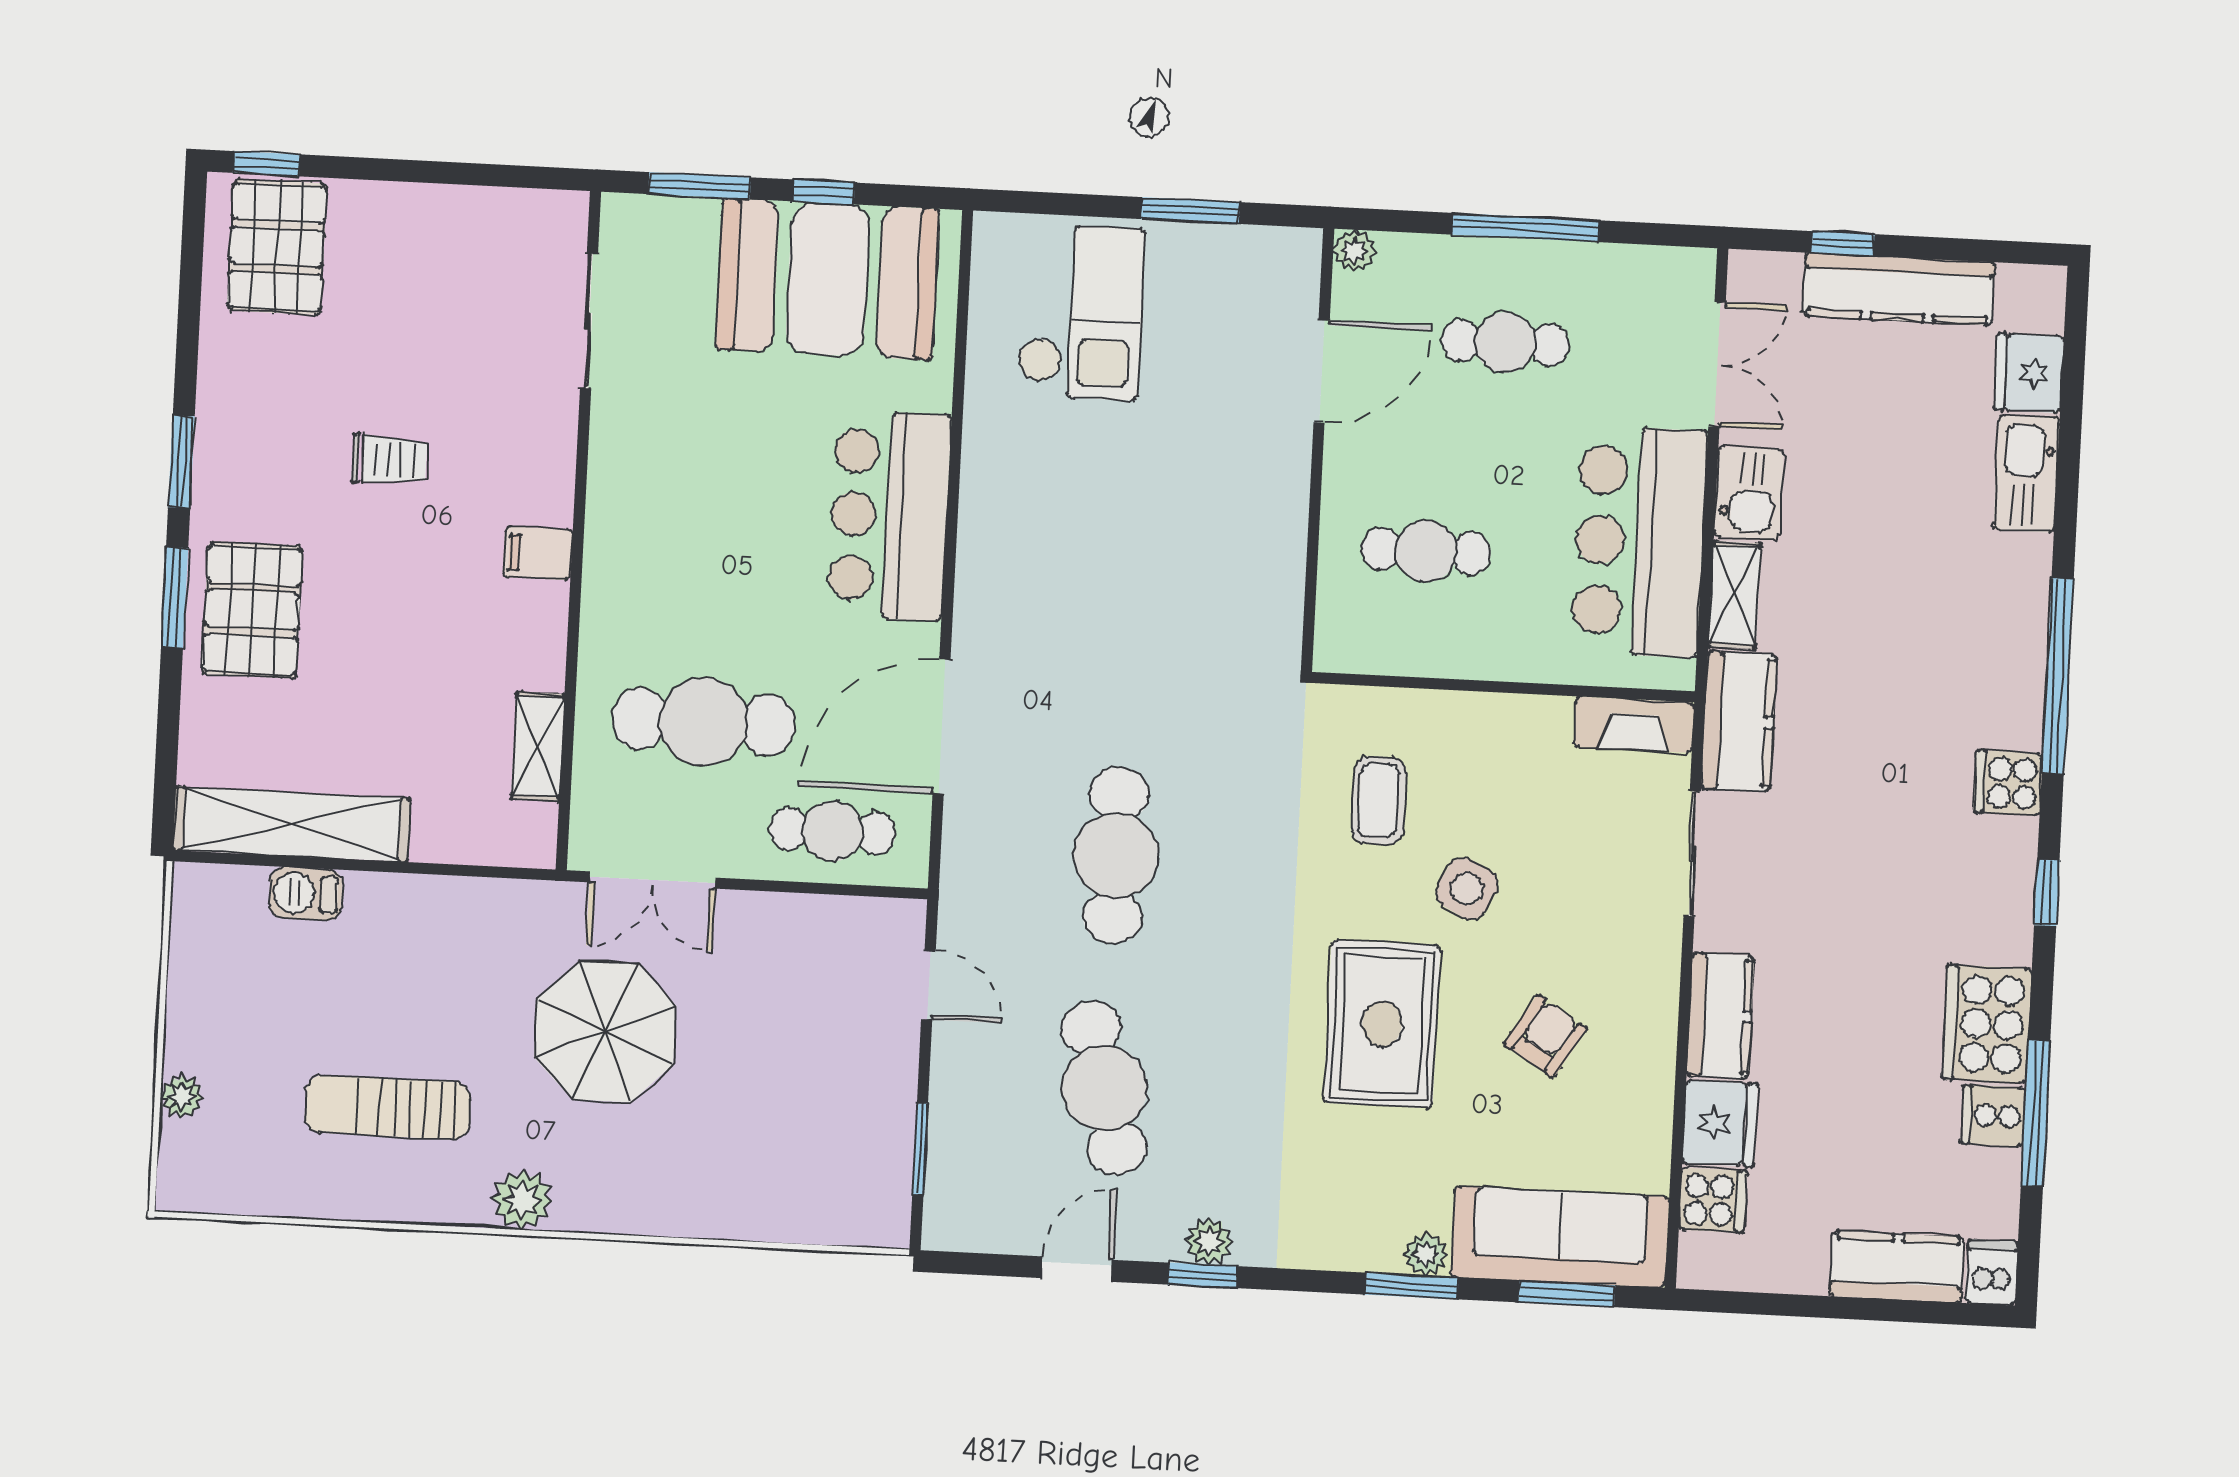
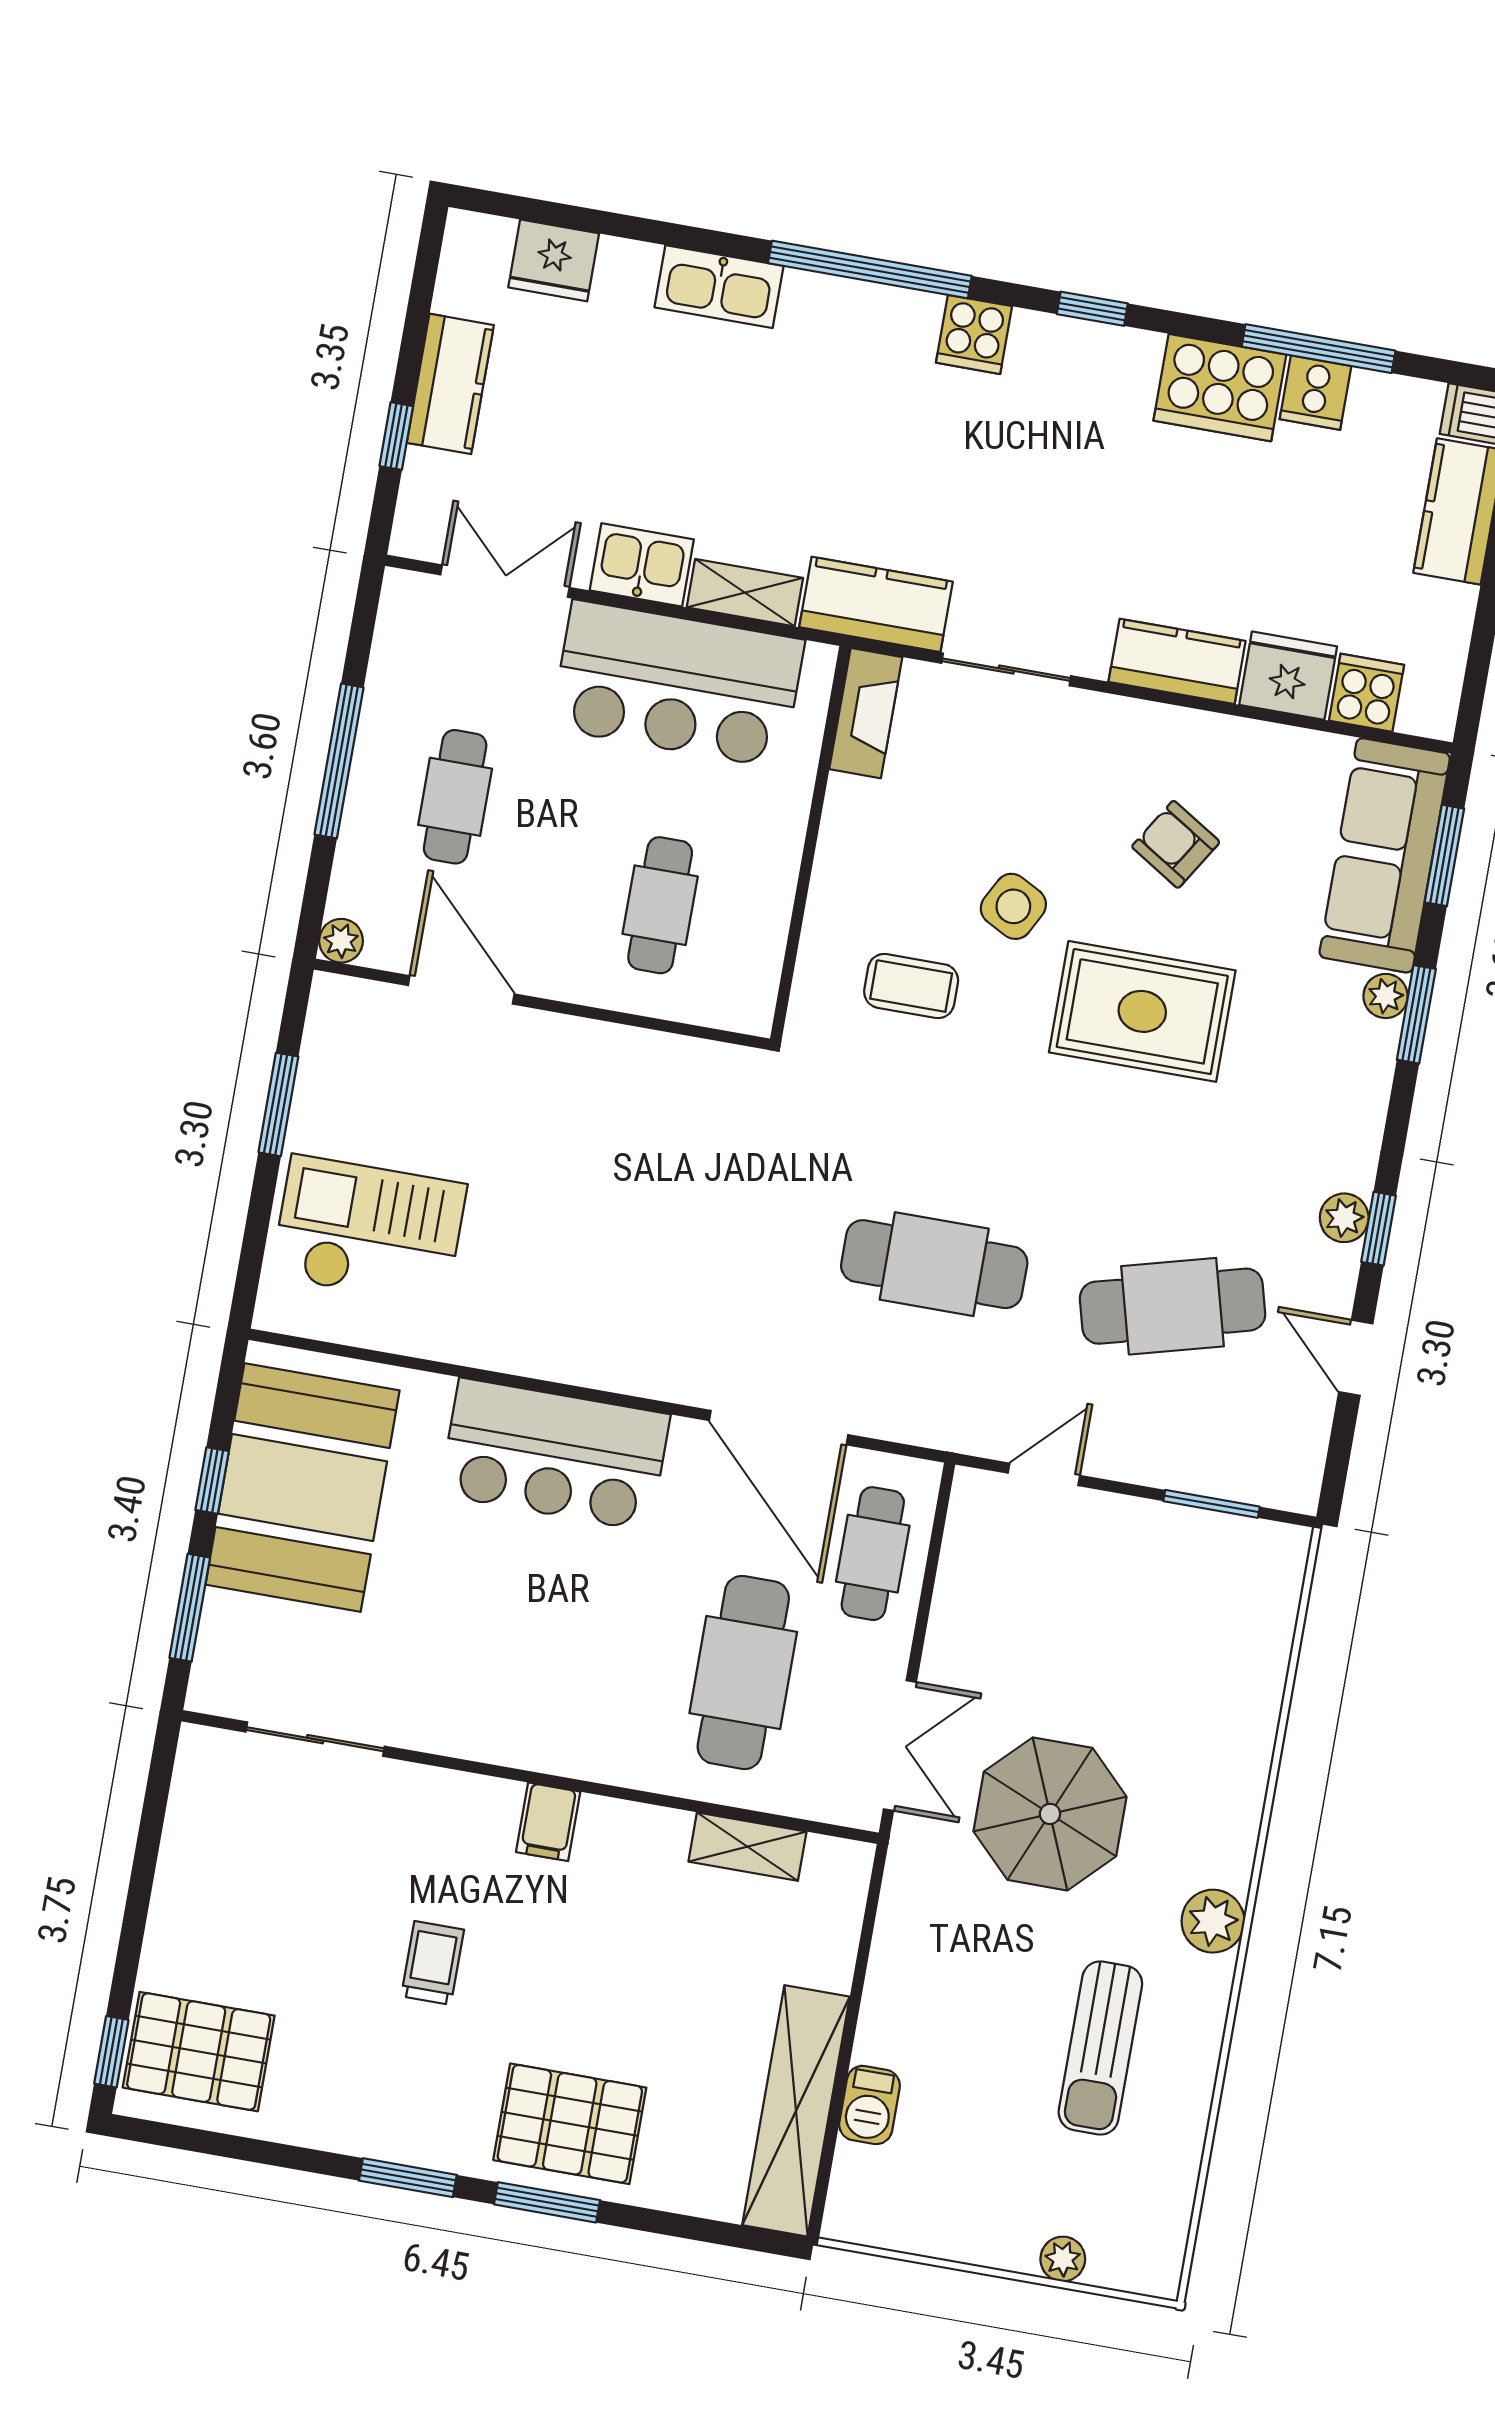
kitchen counter: (1899, 289) -> (450, 384), width x0.67
kitchen sink: (2027, 474) -> (719, 287), moved

